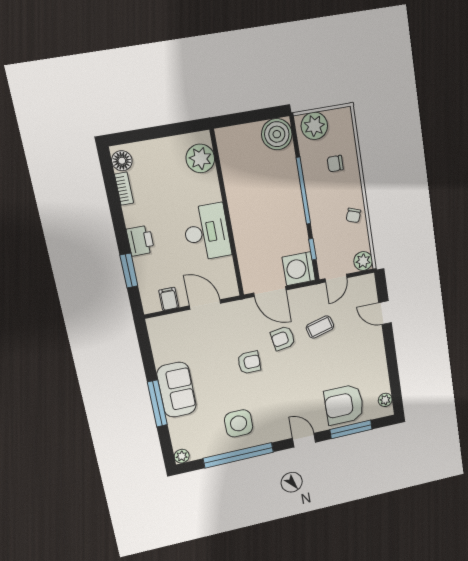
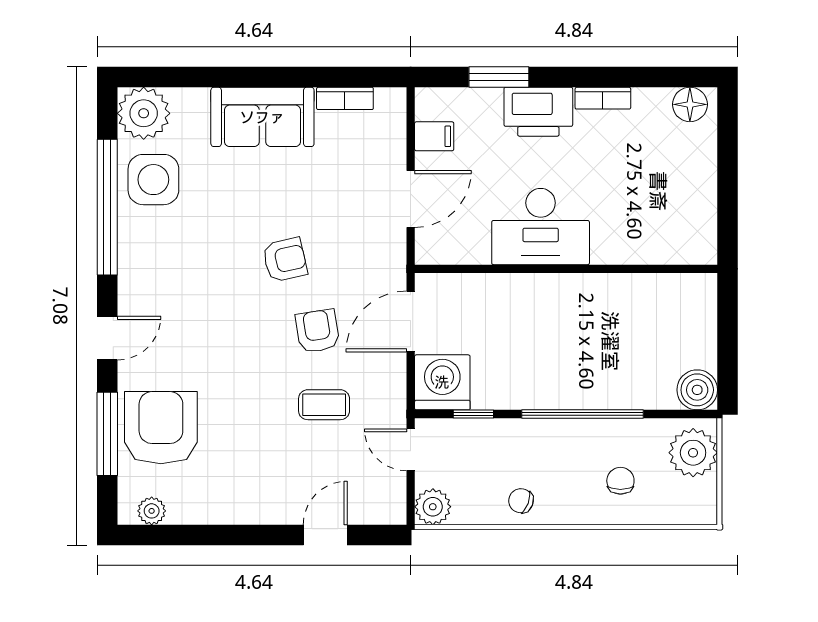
boiler: (277, 134) -> (697, 390), width x0.73, depth x0.73
plant: (200, 158) -> (671, 240), removed
bookcase: (124, 189) -> (603, 98), moved
printer: (140, 241) -> (538, 112), width x1.37, depth x1.19
coffee table: (320, 327) -> (324, 405), turned -75
bookcase: (158, 350) -> (345, 98), added
armchair: (249, 362) -> (285, 260), turned -103
window: (157, 403) -> (244, 77), removed
side table: (239, 423) -> (153, 180), moved
plant: (182, 456) -> (144, 113), width x1.87, depth x1.87

